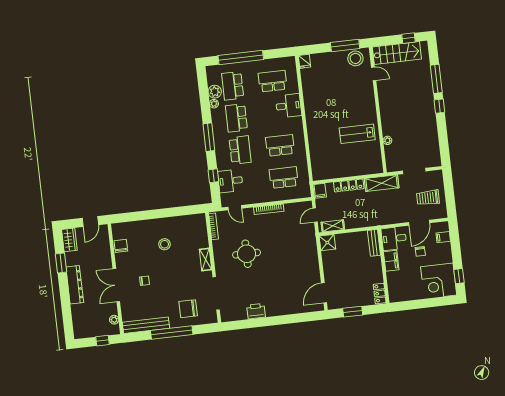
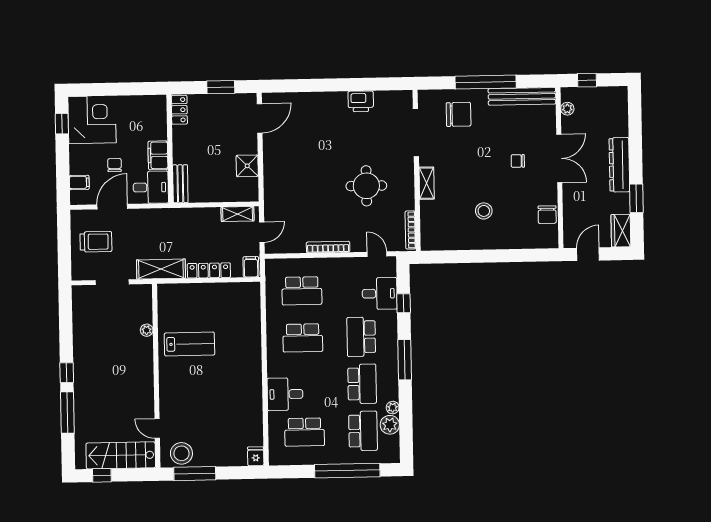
shower: (327, 243) -> (247, 166), moved

